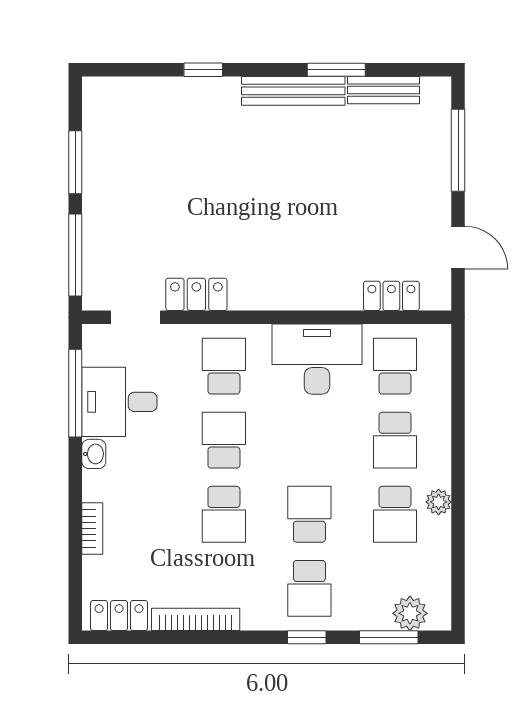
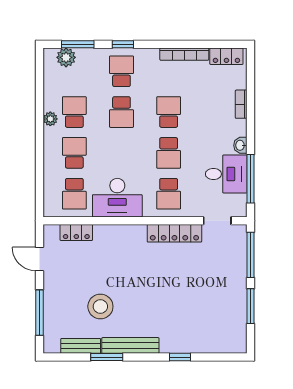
stool: (348, 162) -> (100, 306), added
locker: (196, 294) -> (174, 233), width x1.53

